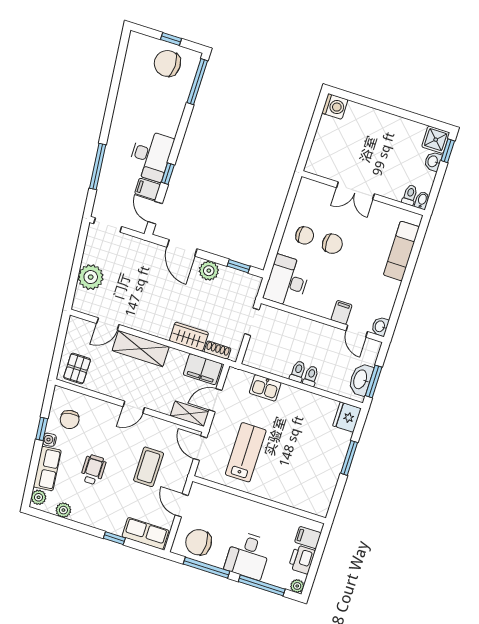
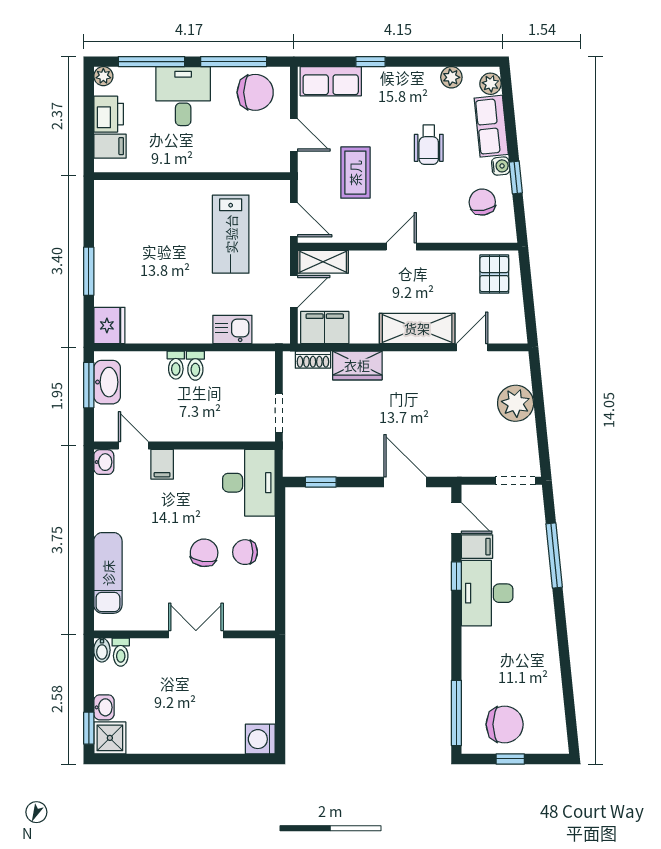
chair: (332, 244) -> (204, 553), turned 98
plant: (209, 271) -> (359, 463), removed

